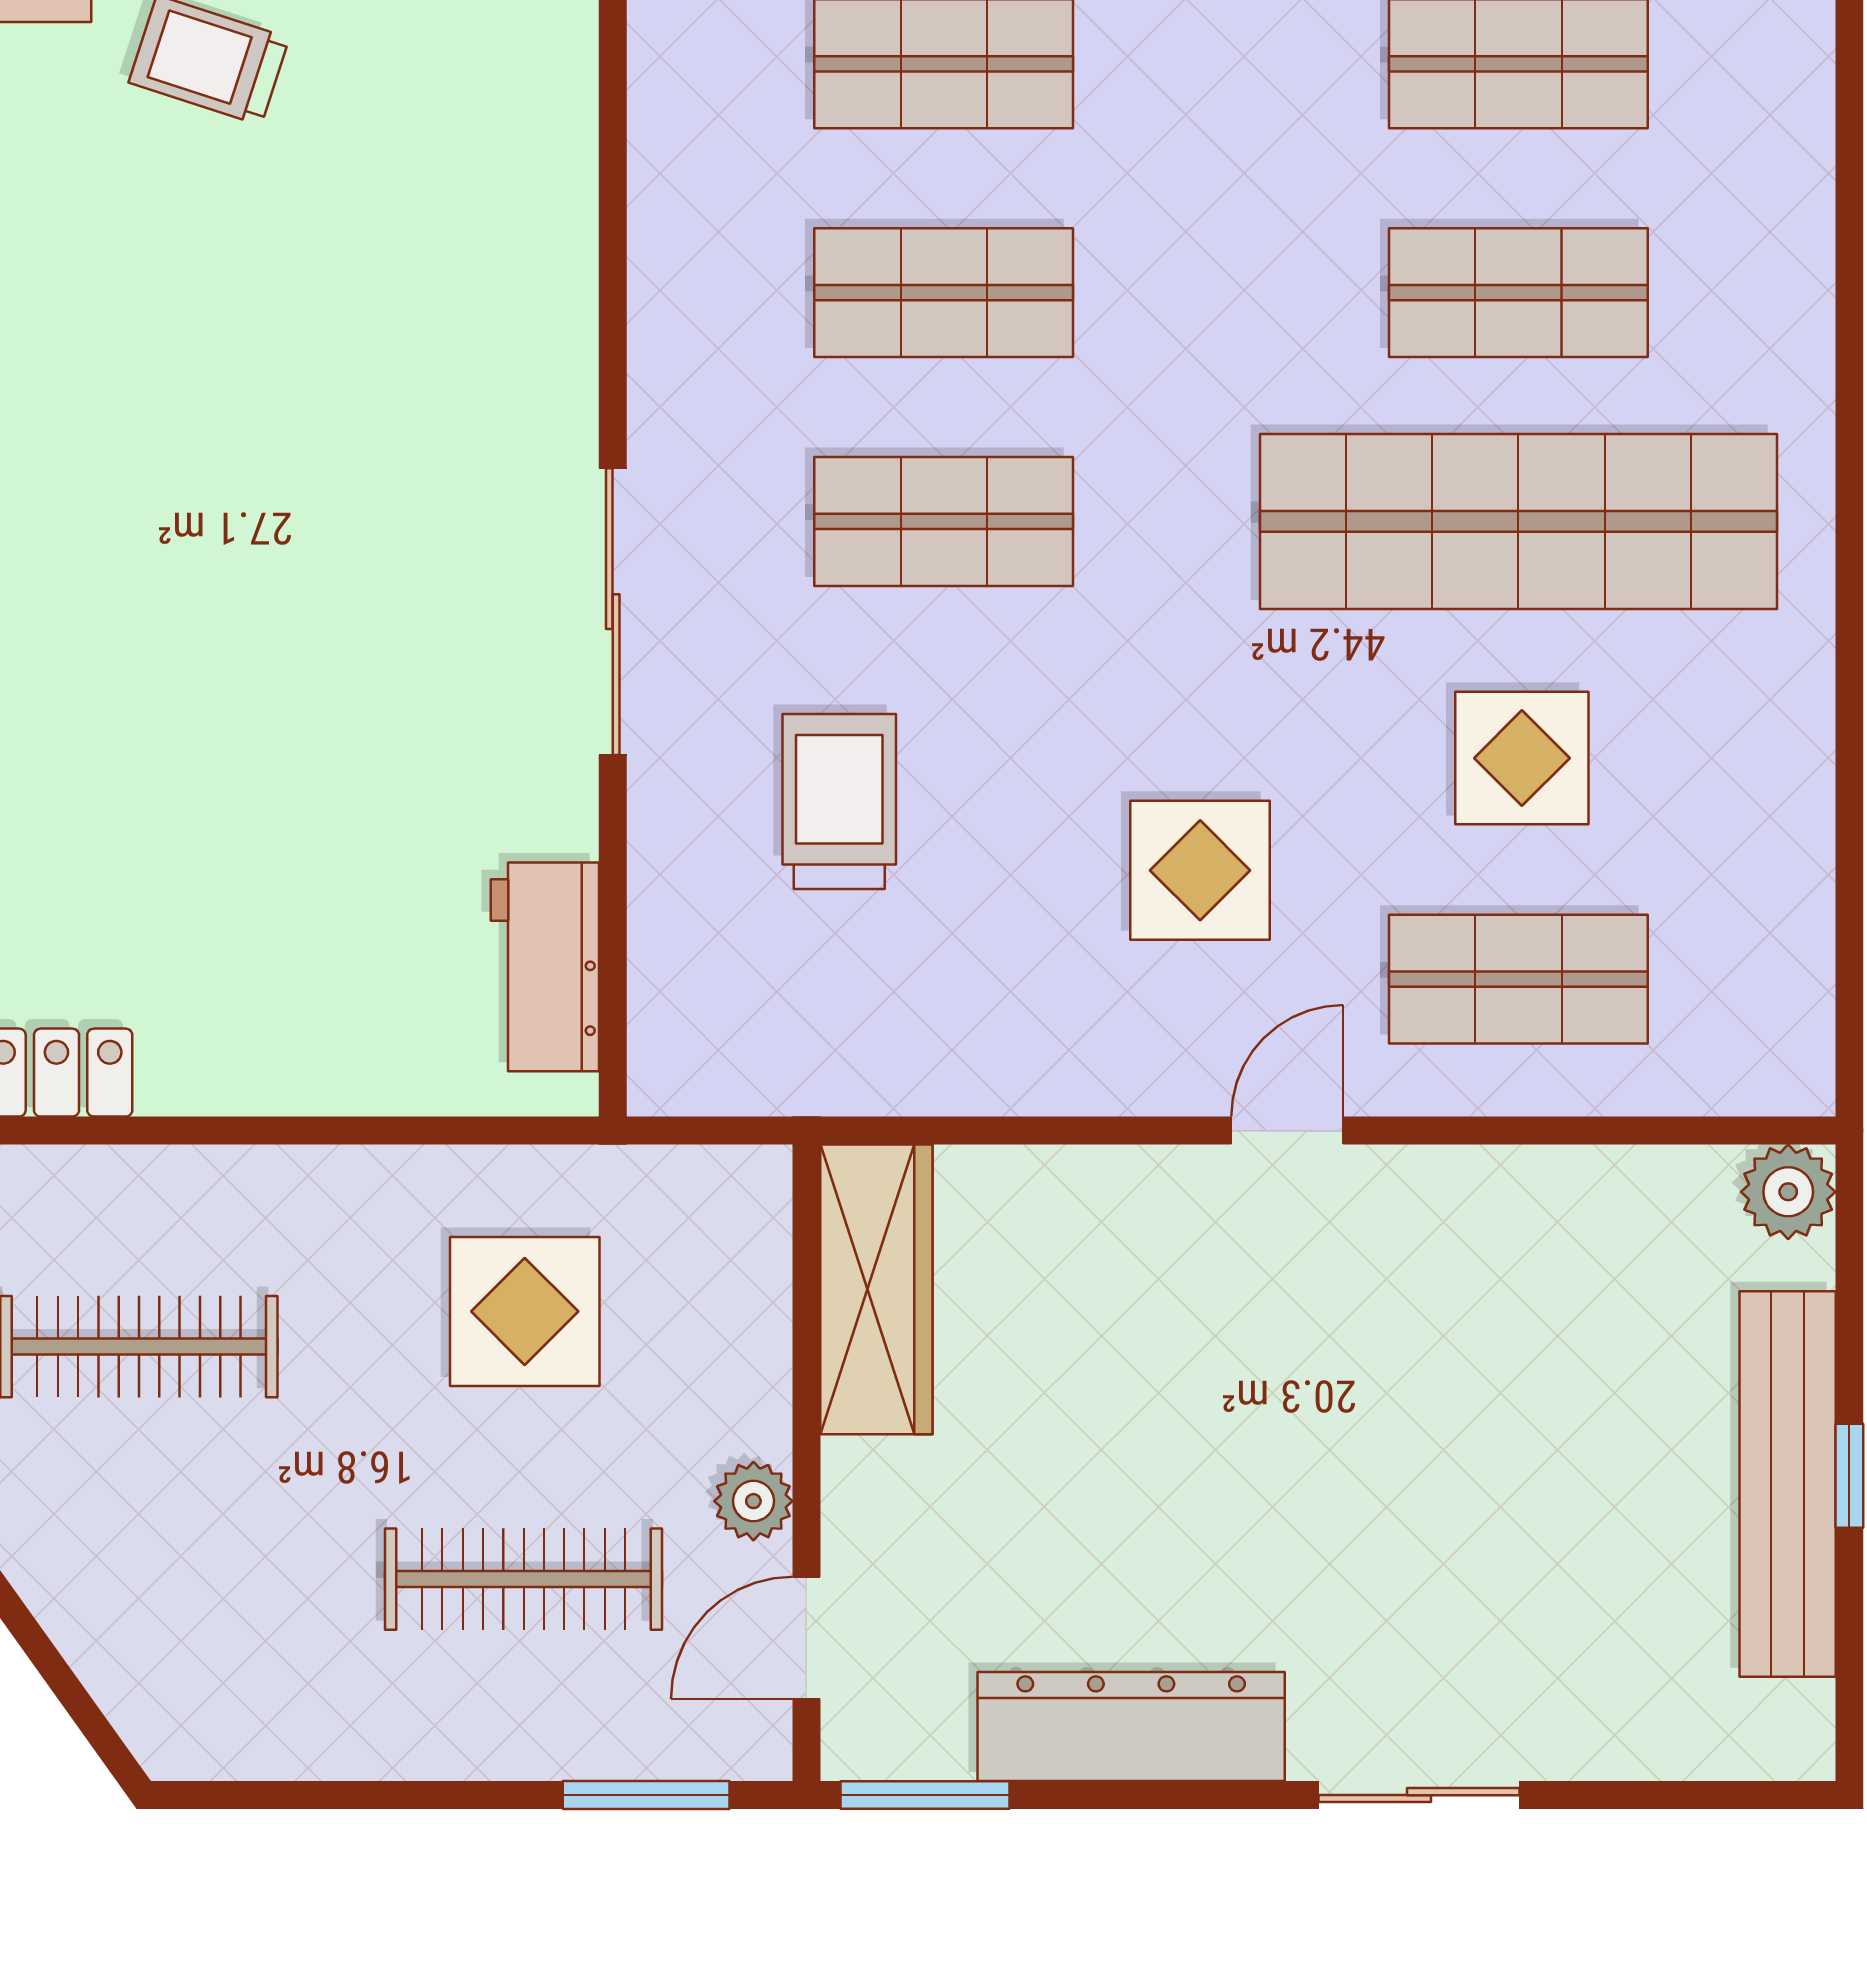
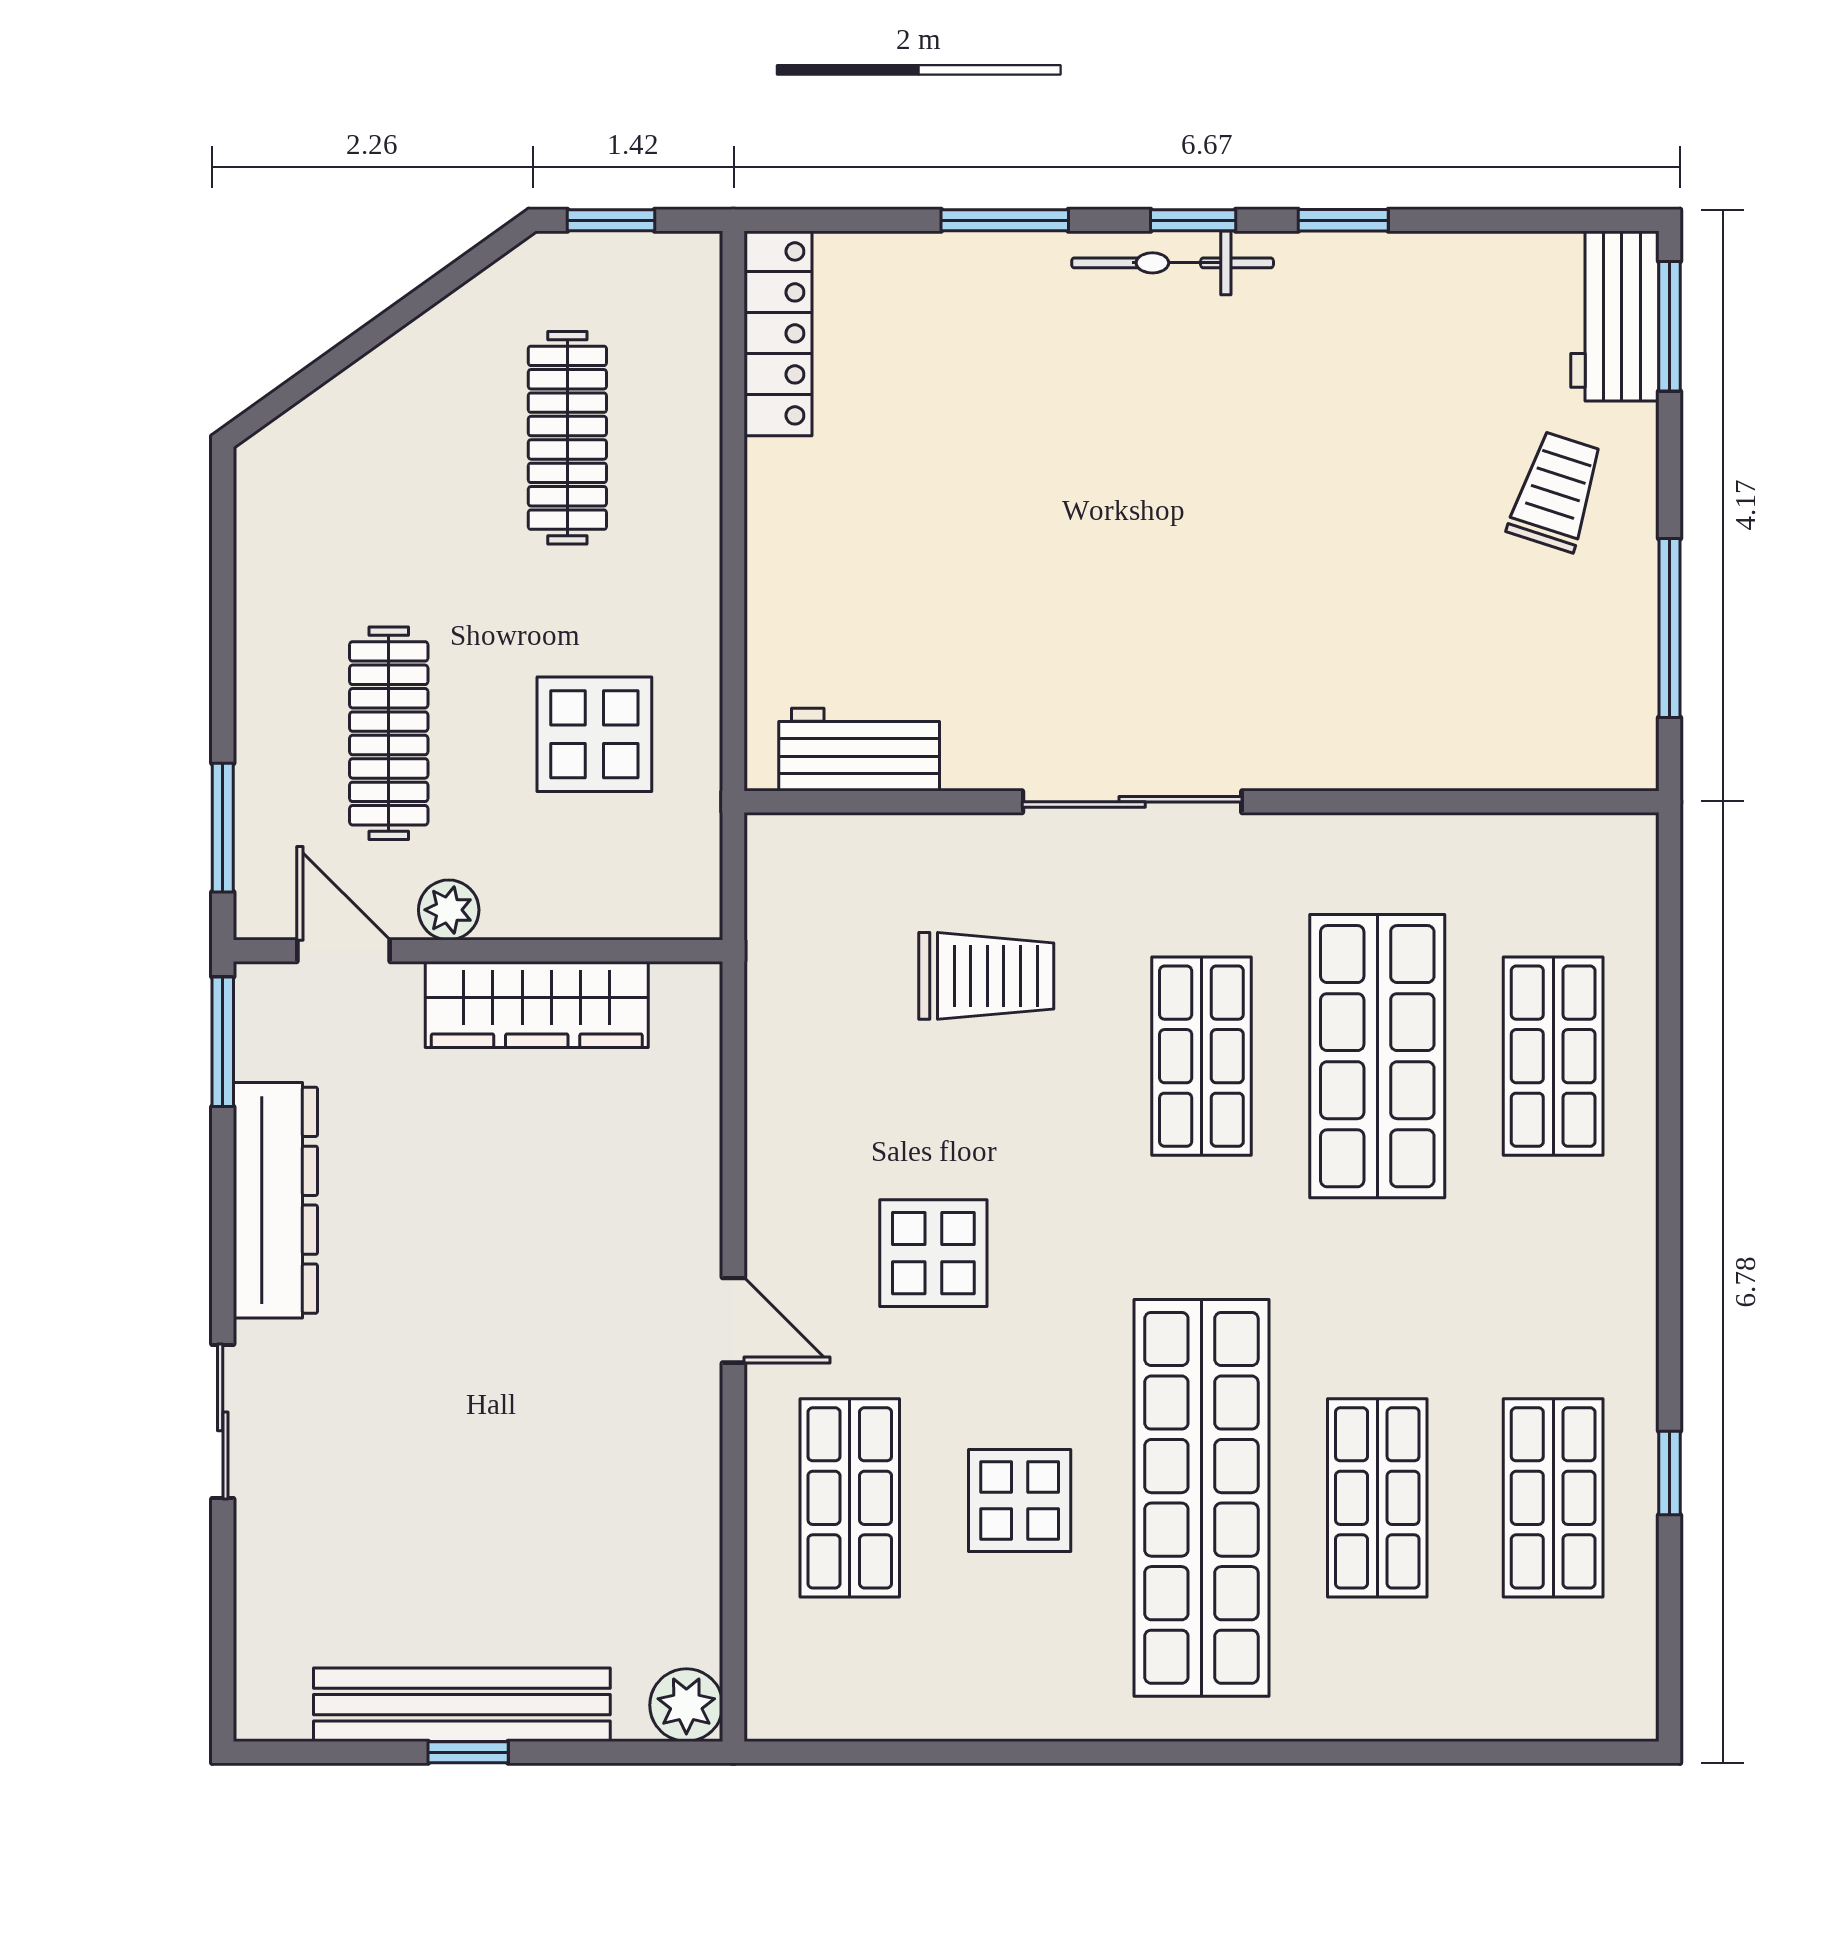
shop shelf: (944, 293) -> (1377, 1056), width x1.43, depth x1.36
wardrobe: (876, 1289) -> (537, 1004), moved

